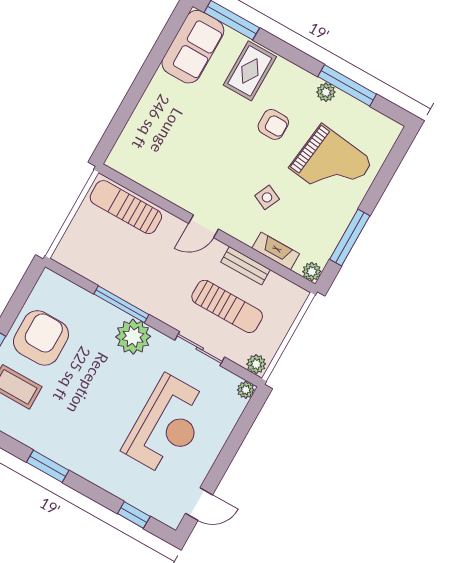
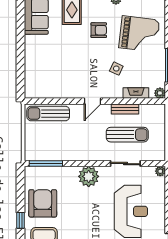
window: (121, 304) -> (46, 164), moved
plant: (256, 364) -> (158, 155), removed

